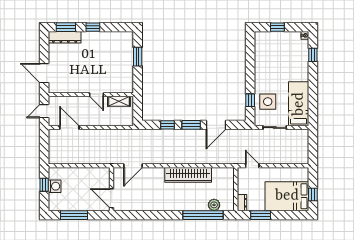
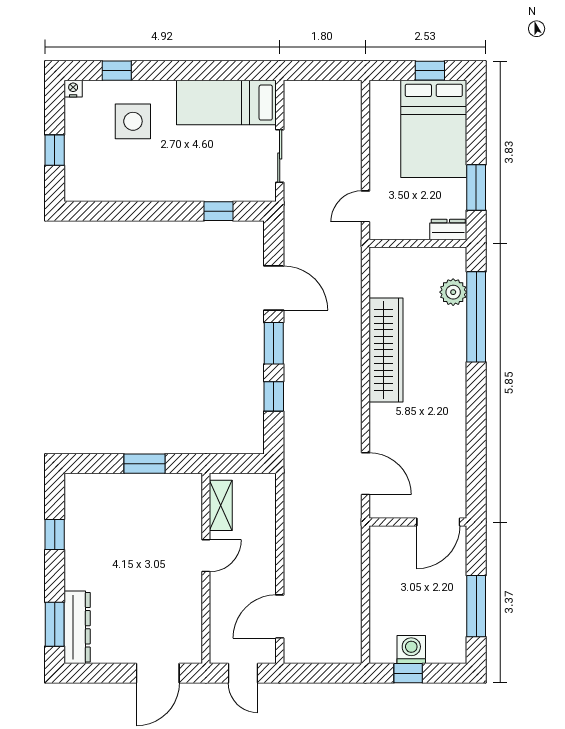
window: (93, 27) -> (55, 535), moved
window: (138, 57) -> (144, 464), moved
side table: (268, 102) -> (133, 121), moved

